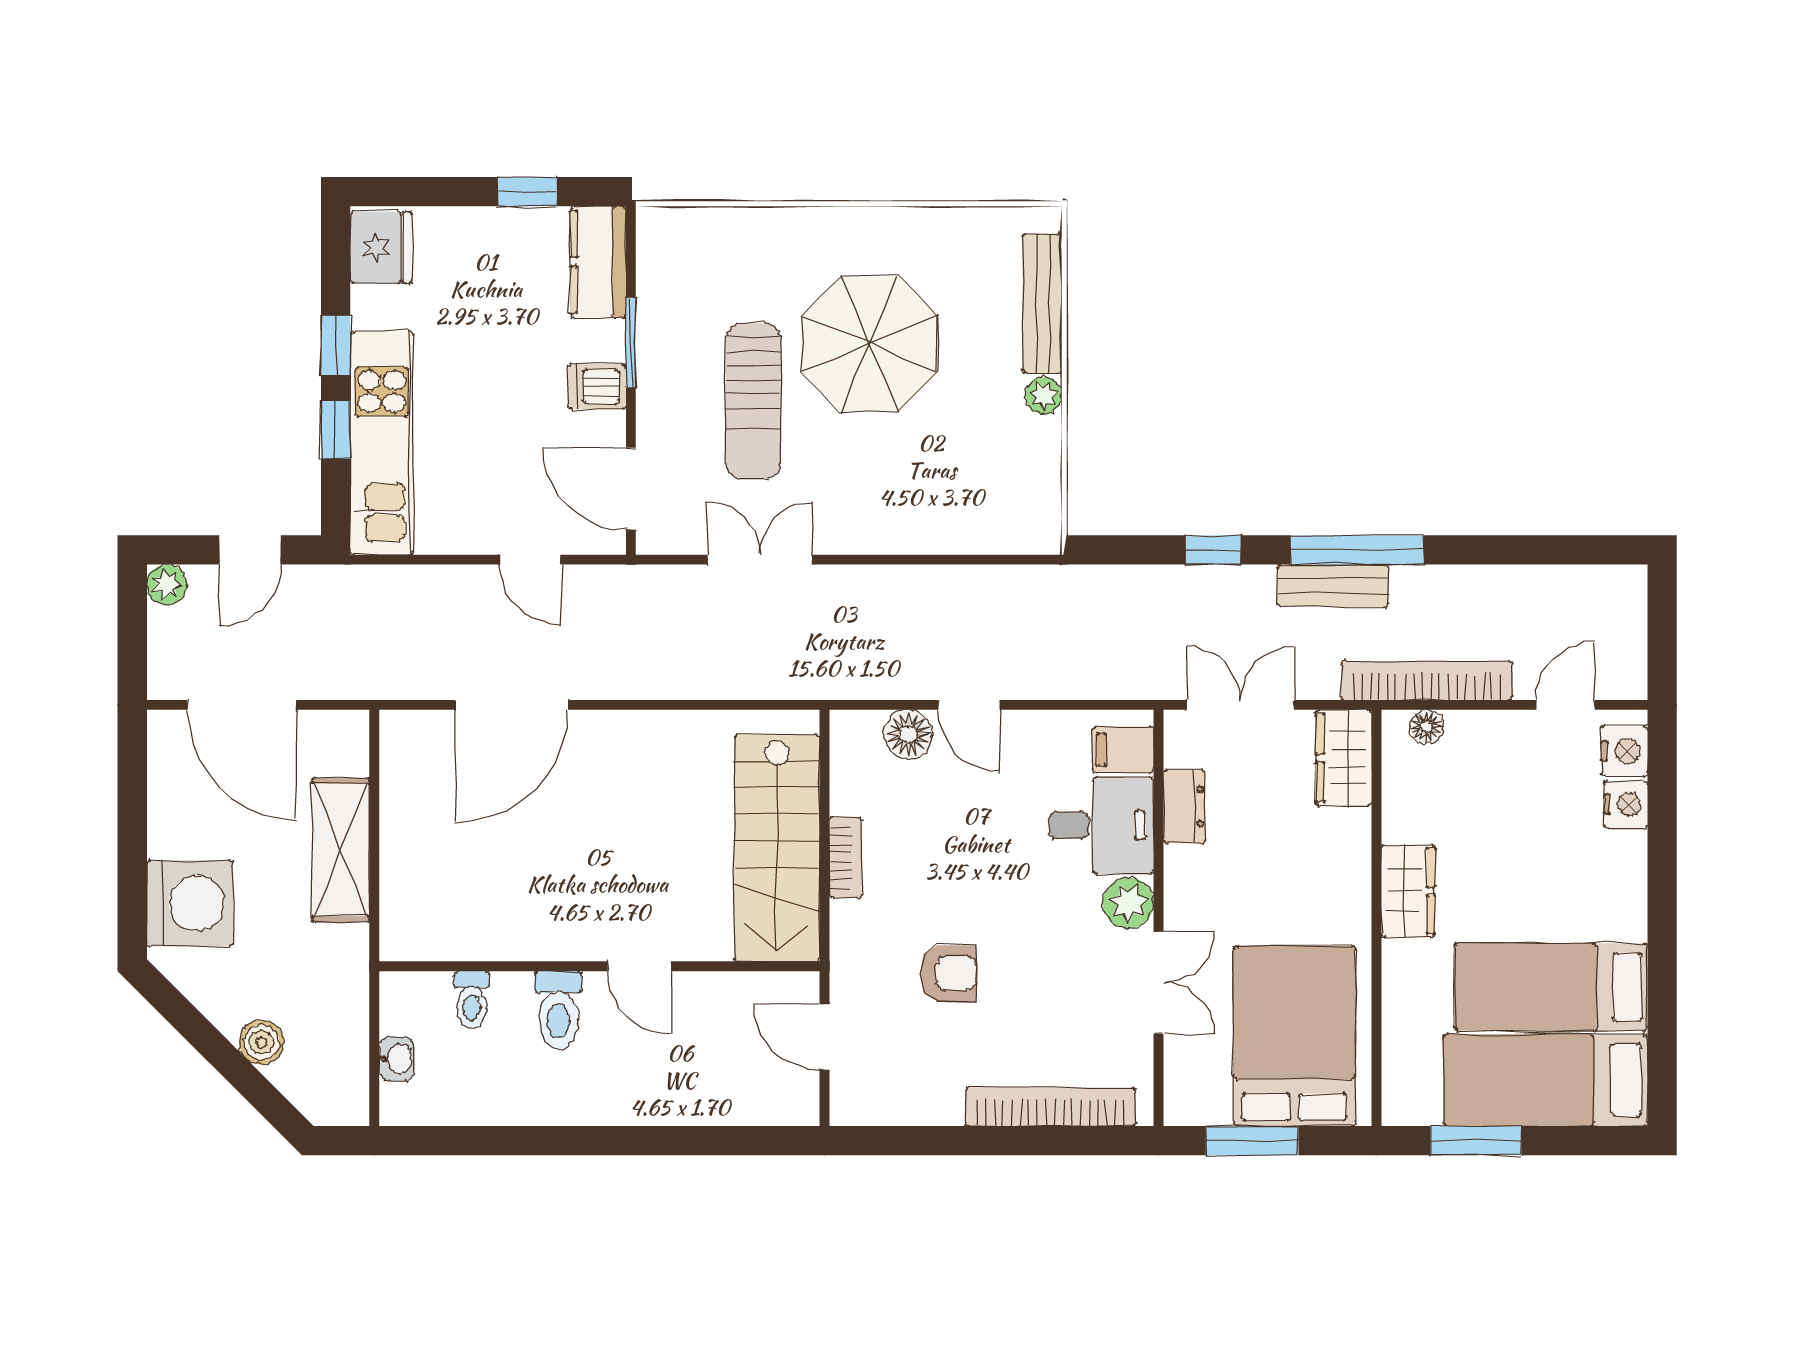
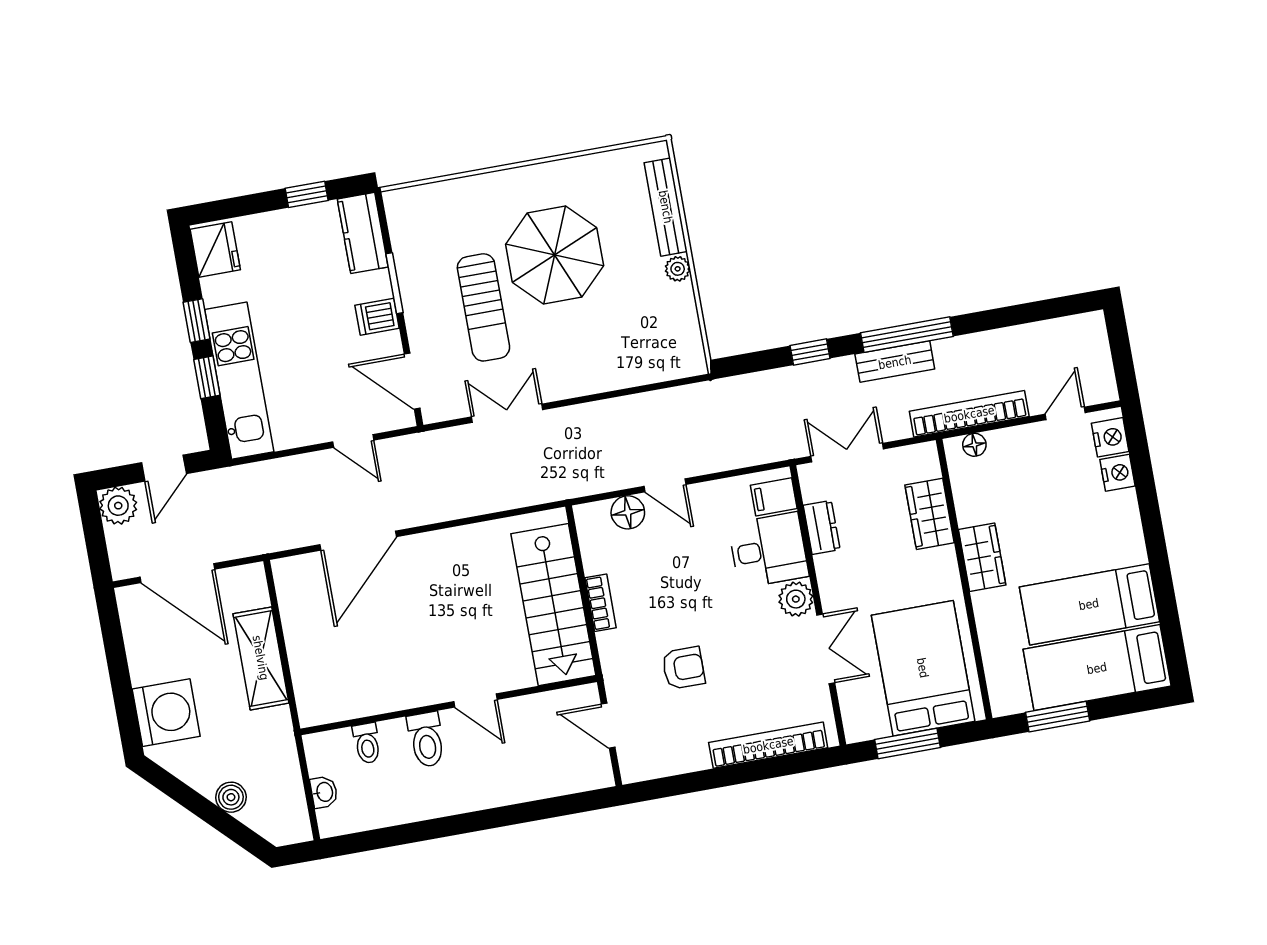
plant: (167, 585) -> (118, 506), width x1.38, depth x1.38
wardrobe: (1344, 758) -> (930, 514), moved

